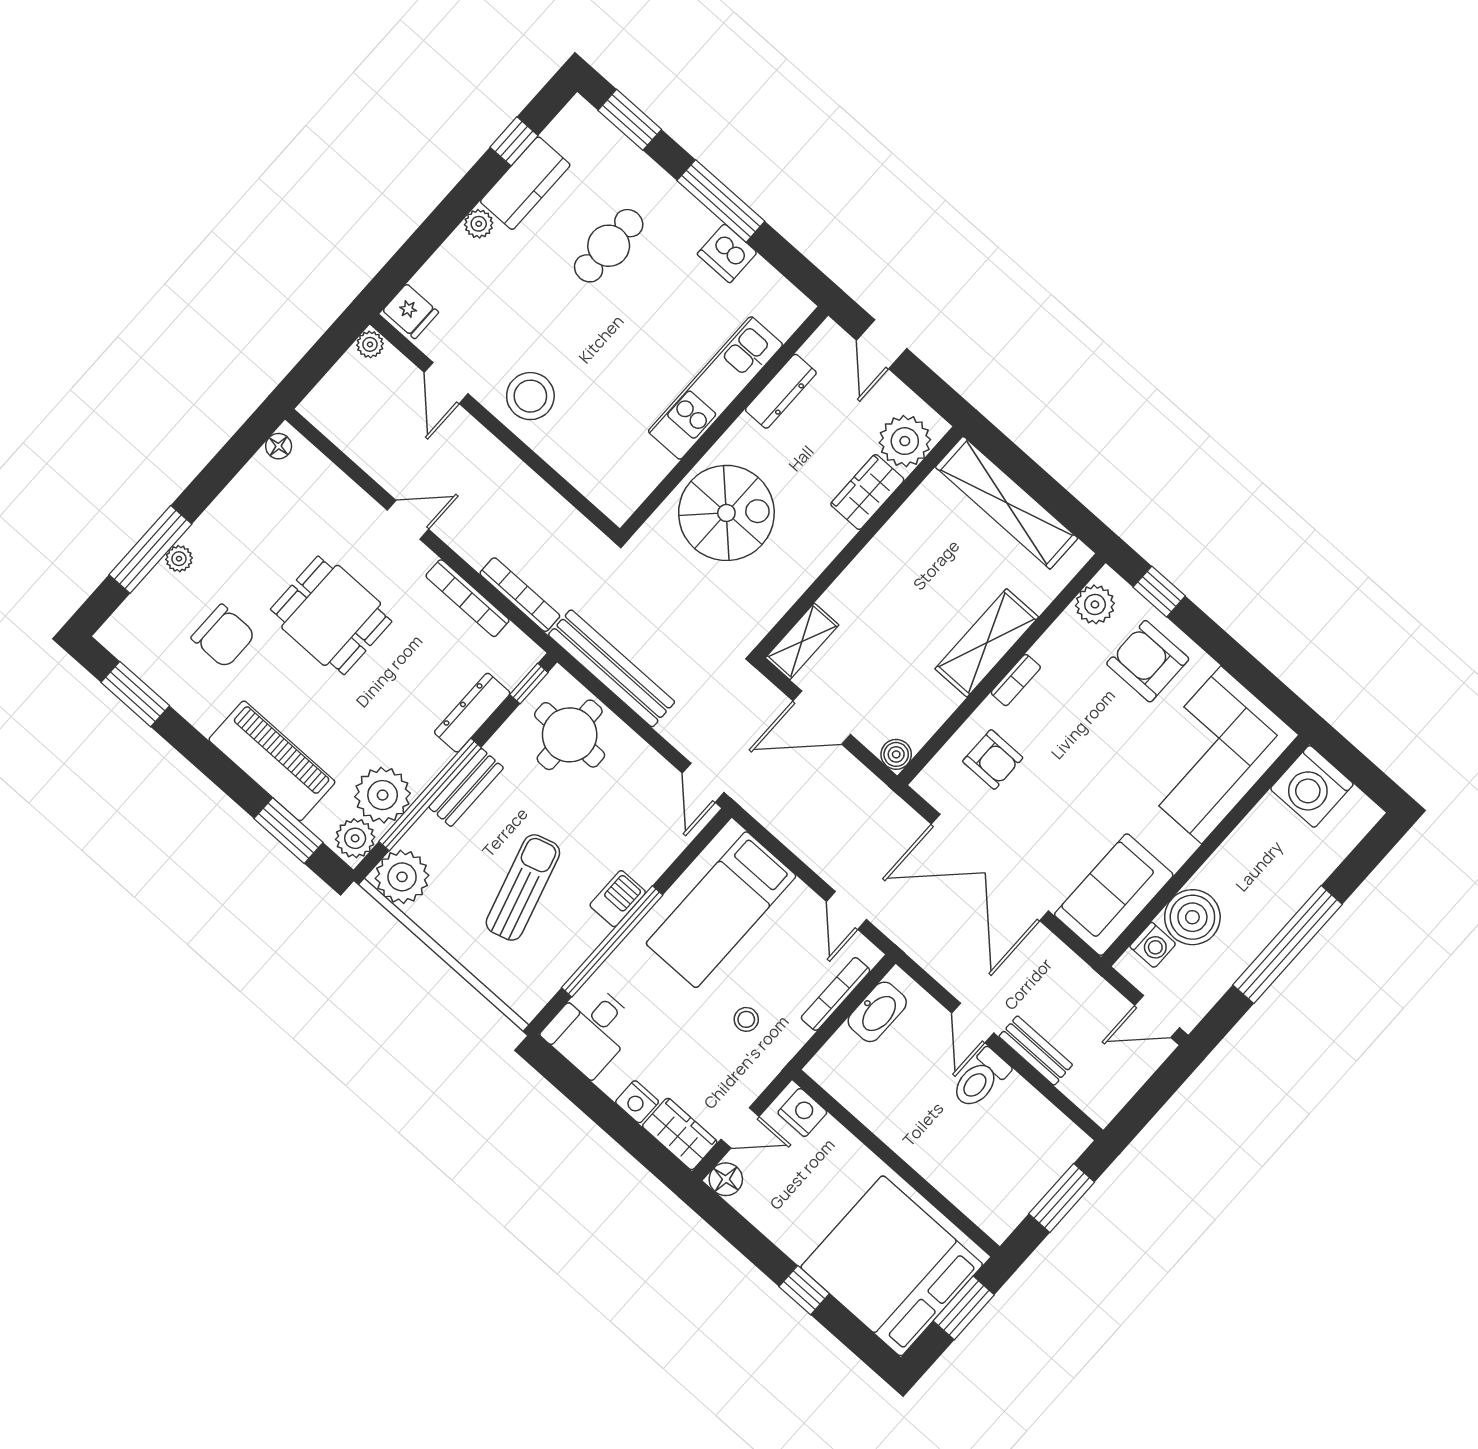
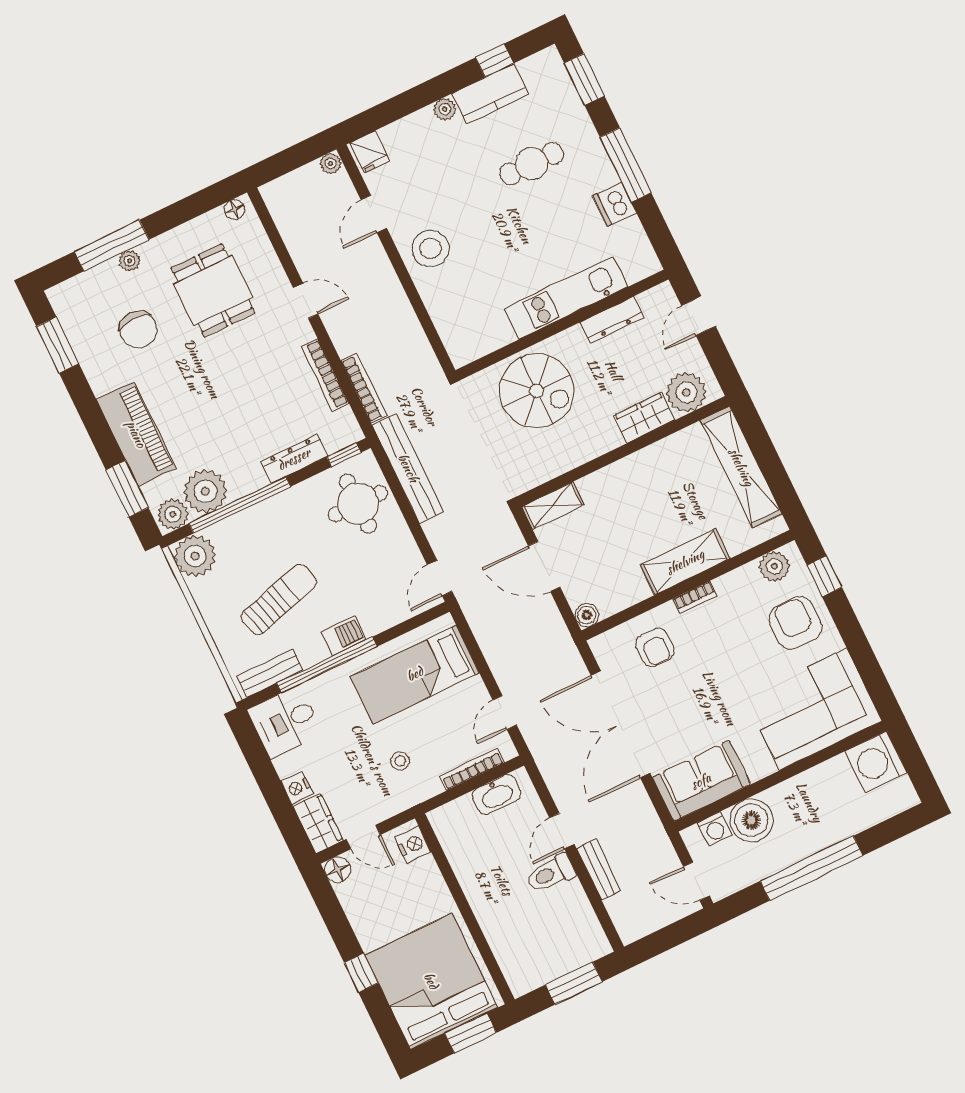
dining table: (331, 615) -> (213, 290), moved
bench: (466, 787) -> (270, 673), moved

